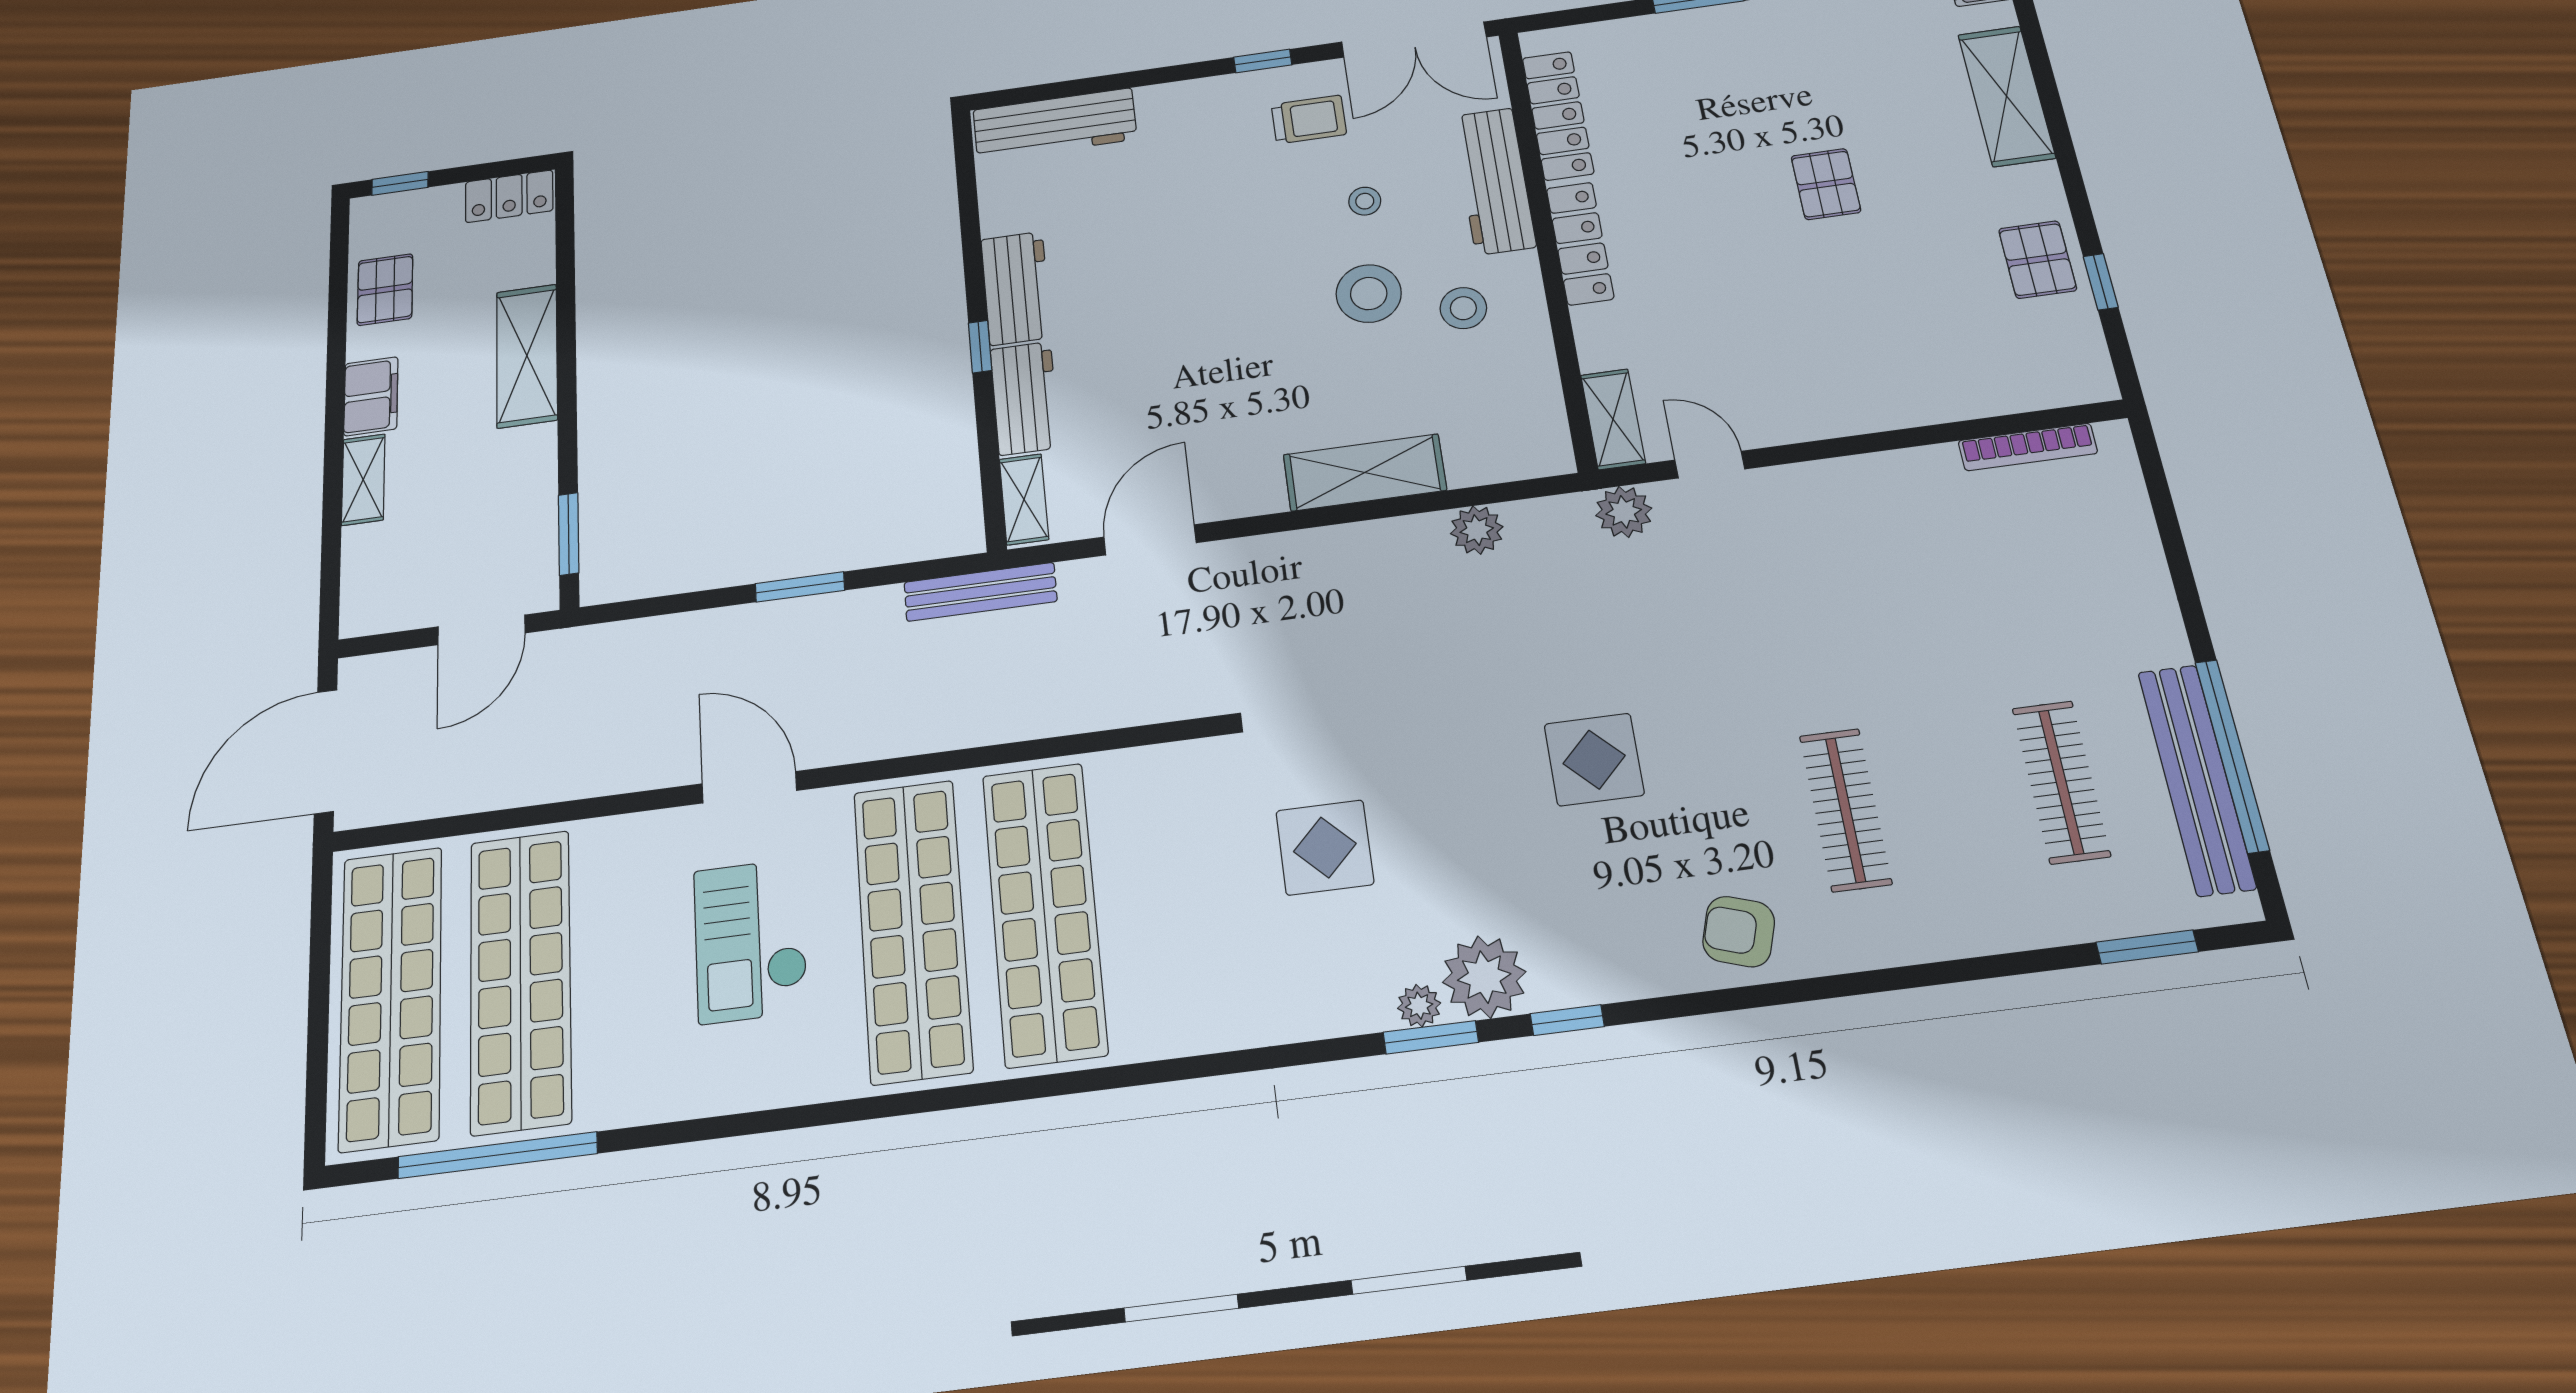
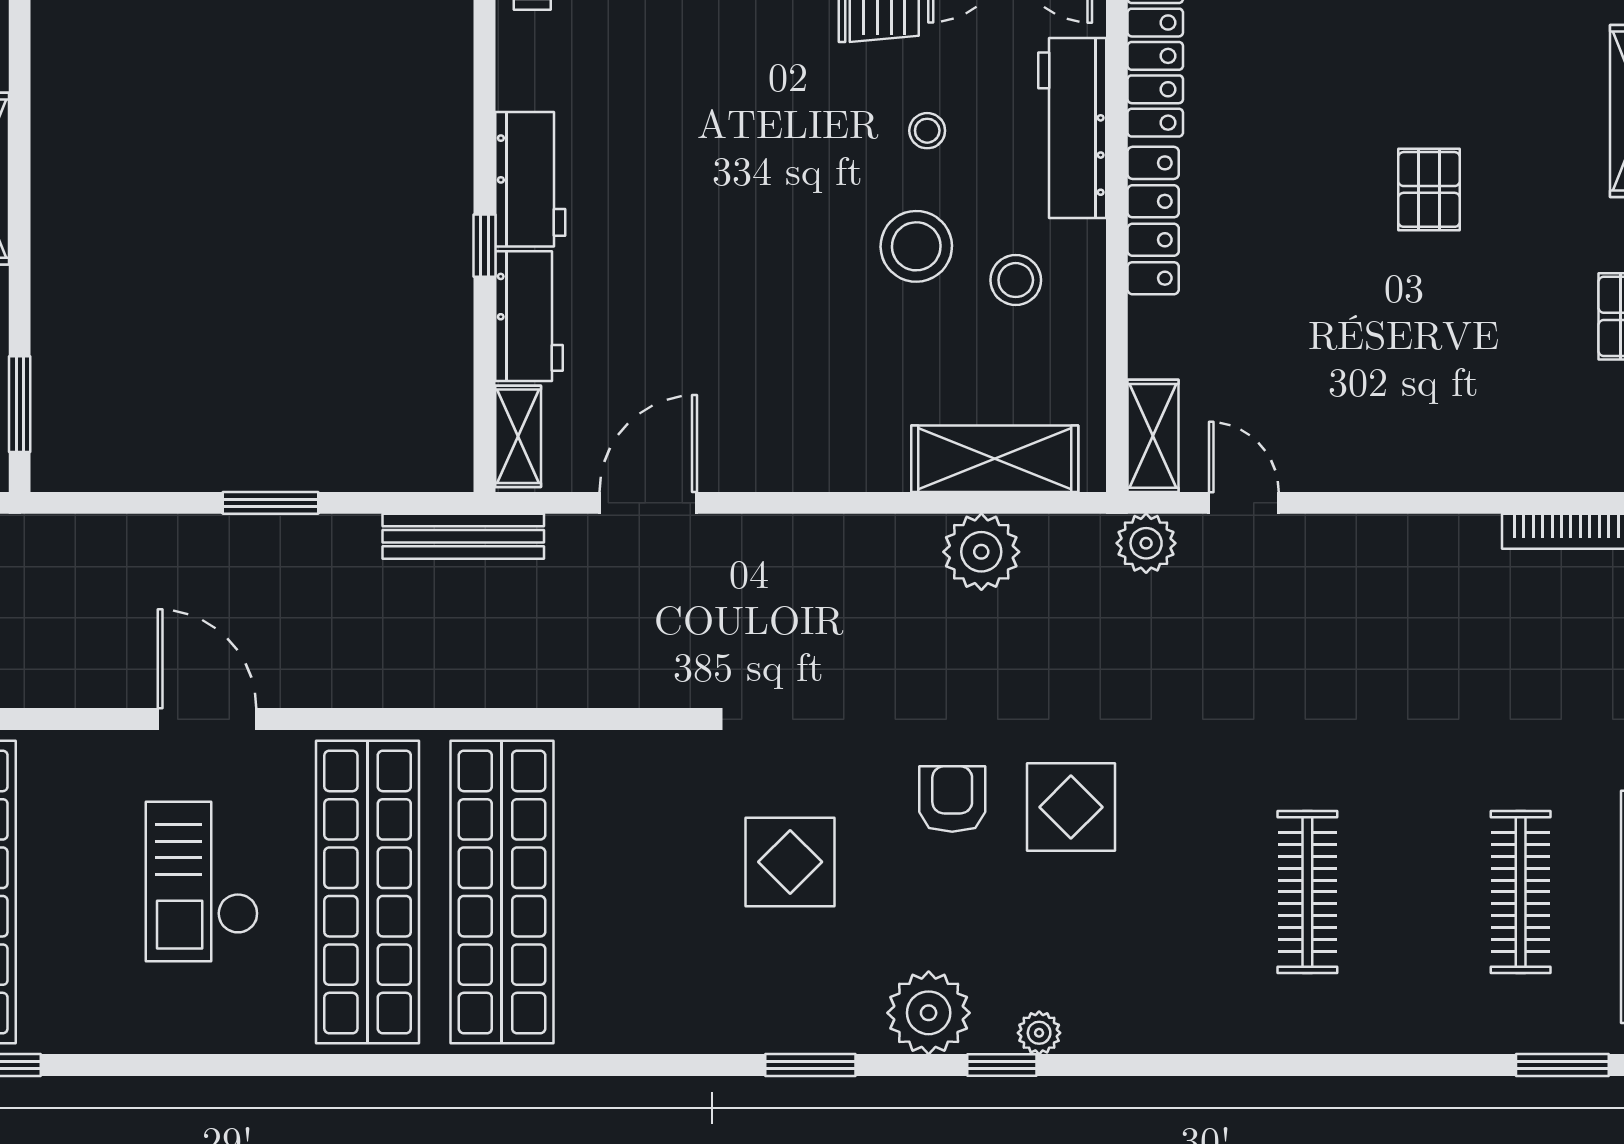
shelving: (1365, 473) -> (995, 459), moved
plant: (1477, 530) -> (981, 552), width x1.36, depth x1.36
armchair: (1739, 932) -> (952, 799), moved, turned 72
plant: (1419, 1006) -> (1039, 1033), moved
window: (1431, 1037) -> (810, 1065), moved

